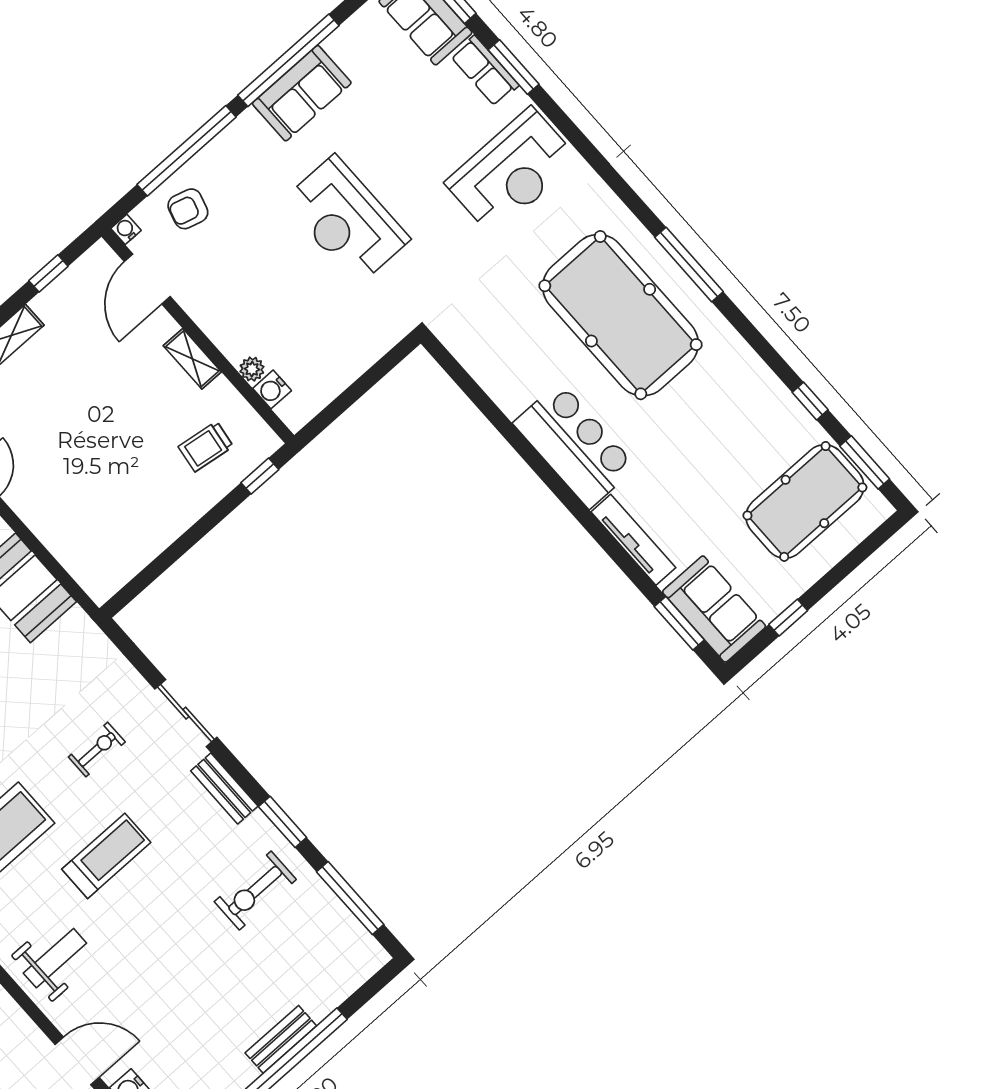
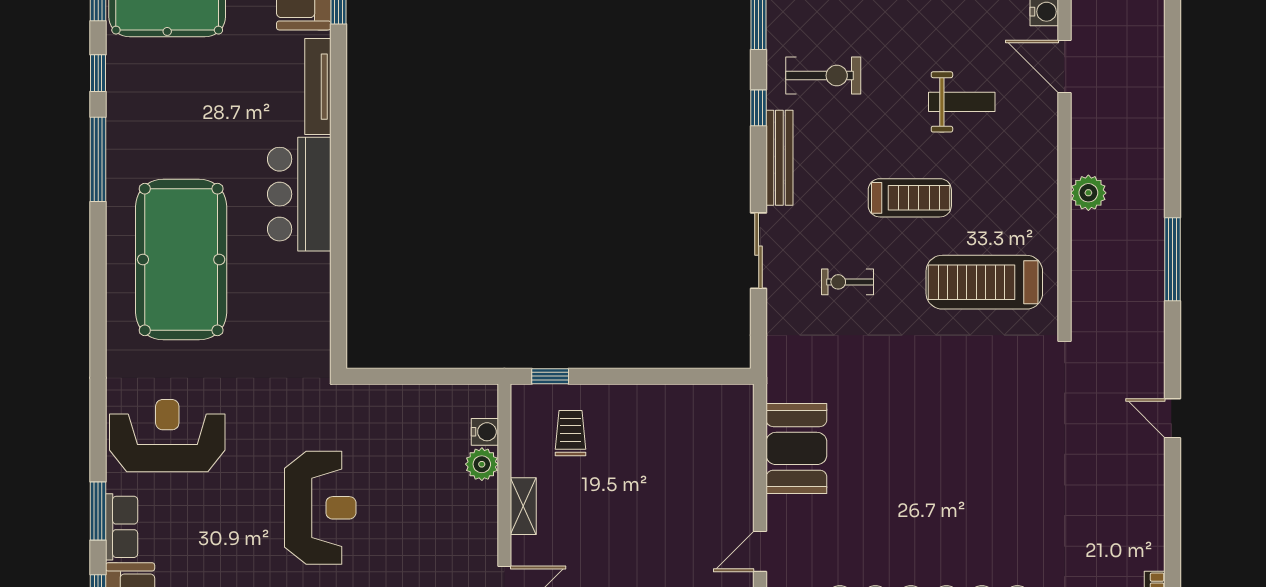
window: (689, 265) -> (98, 159), moved
plant: (252, 369) -> (482, 464), width x1.38, depth x1.38
trolley: (206, 447) -> (571, 433), turned -98
bench: (224, 788) -> (779, 158), width x1.36
window: (283, 822) -> (759, 108), width x0.67
treadmill: (106, 856) -> (910, 198), turned 180
weight bench: (55, 958) -> (962, 102), moved, turned 180

